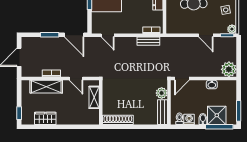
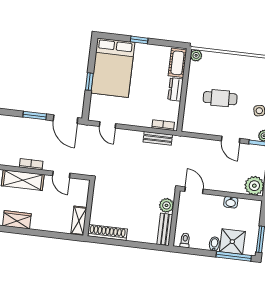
door: (182, 79) -> (194, 190), swing flipped
shelving: (94, 97) -> (79, 221), moved
washing machine: (189, 119) -> (197, 243), removed

